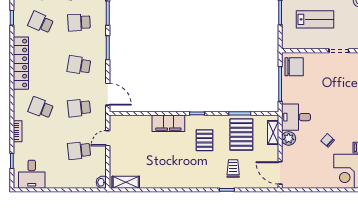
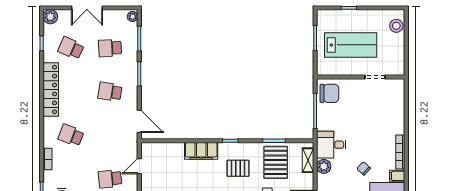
lab bench: (315, 19) -> (351, 45), width x1.36, depth x1.39
school desk: (79, 108) -> (110, 135), removed
pallet: (205, 140) -> (238, 168), turned 90

